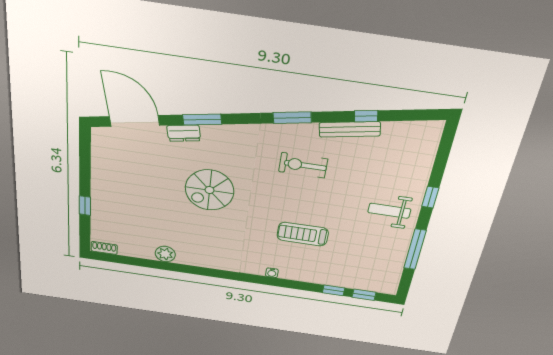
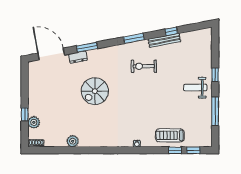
plant: (101, 219) -> (34, 122), added
treadmill: (303, 234) -> (170, 135), moved

